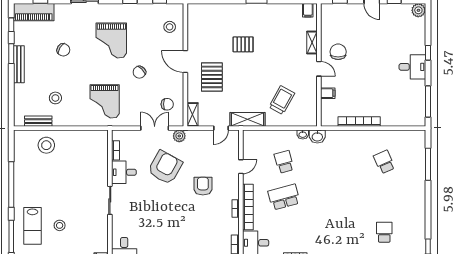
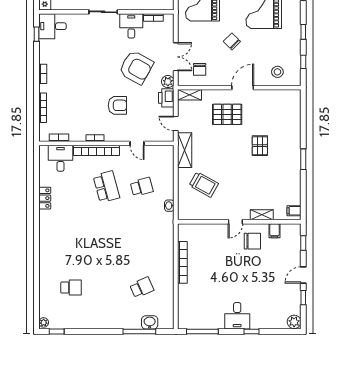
filing cabinet: (328, 93) -> (274, 231), moved
printer: (196, 137) -> (166, 98), added
washbasin: (317, 137) -> (150, 322), moved, turned 90

